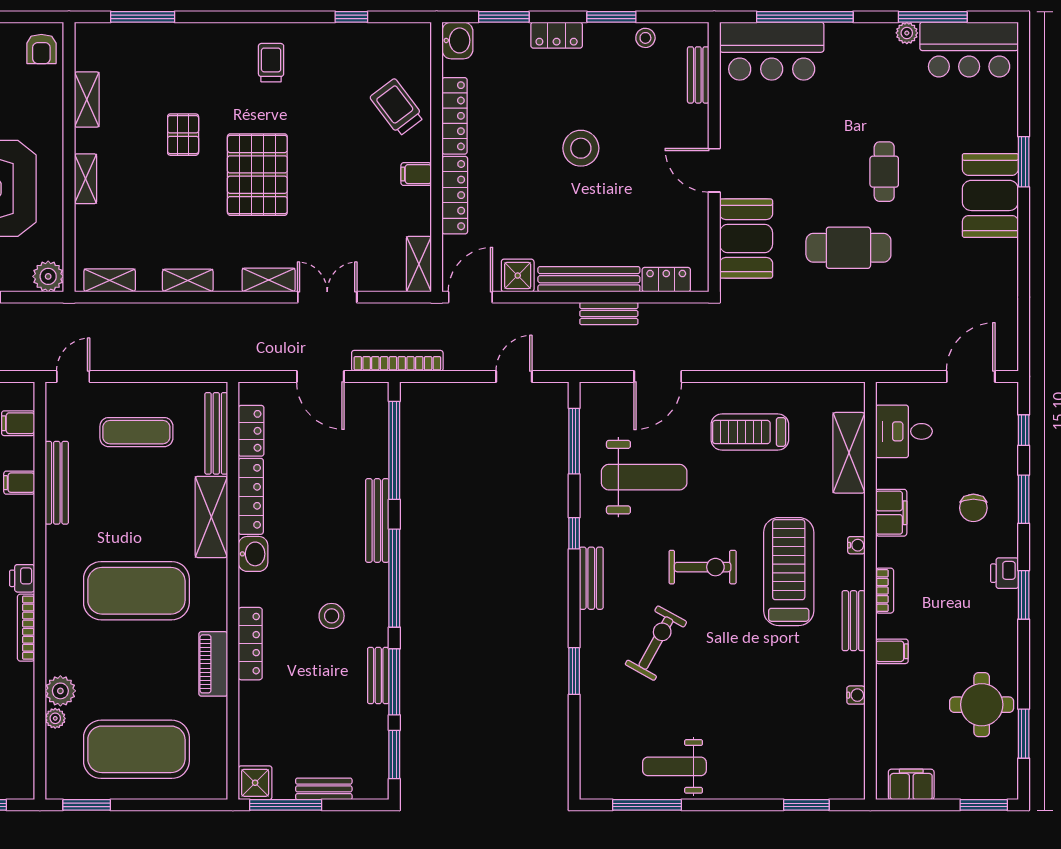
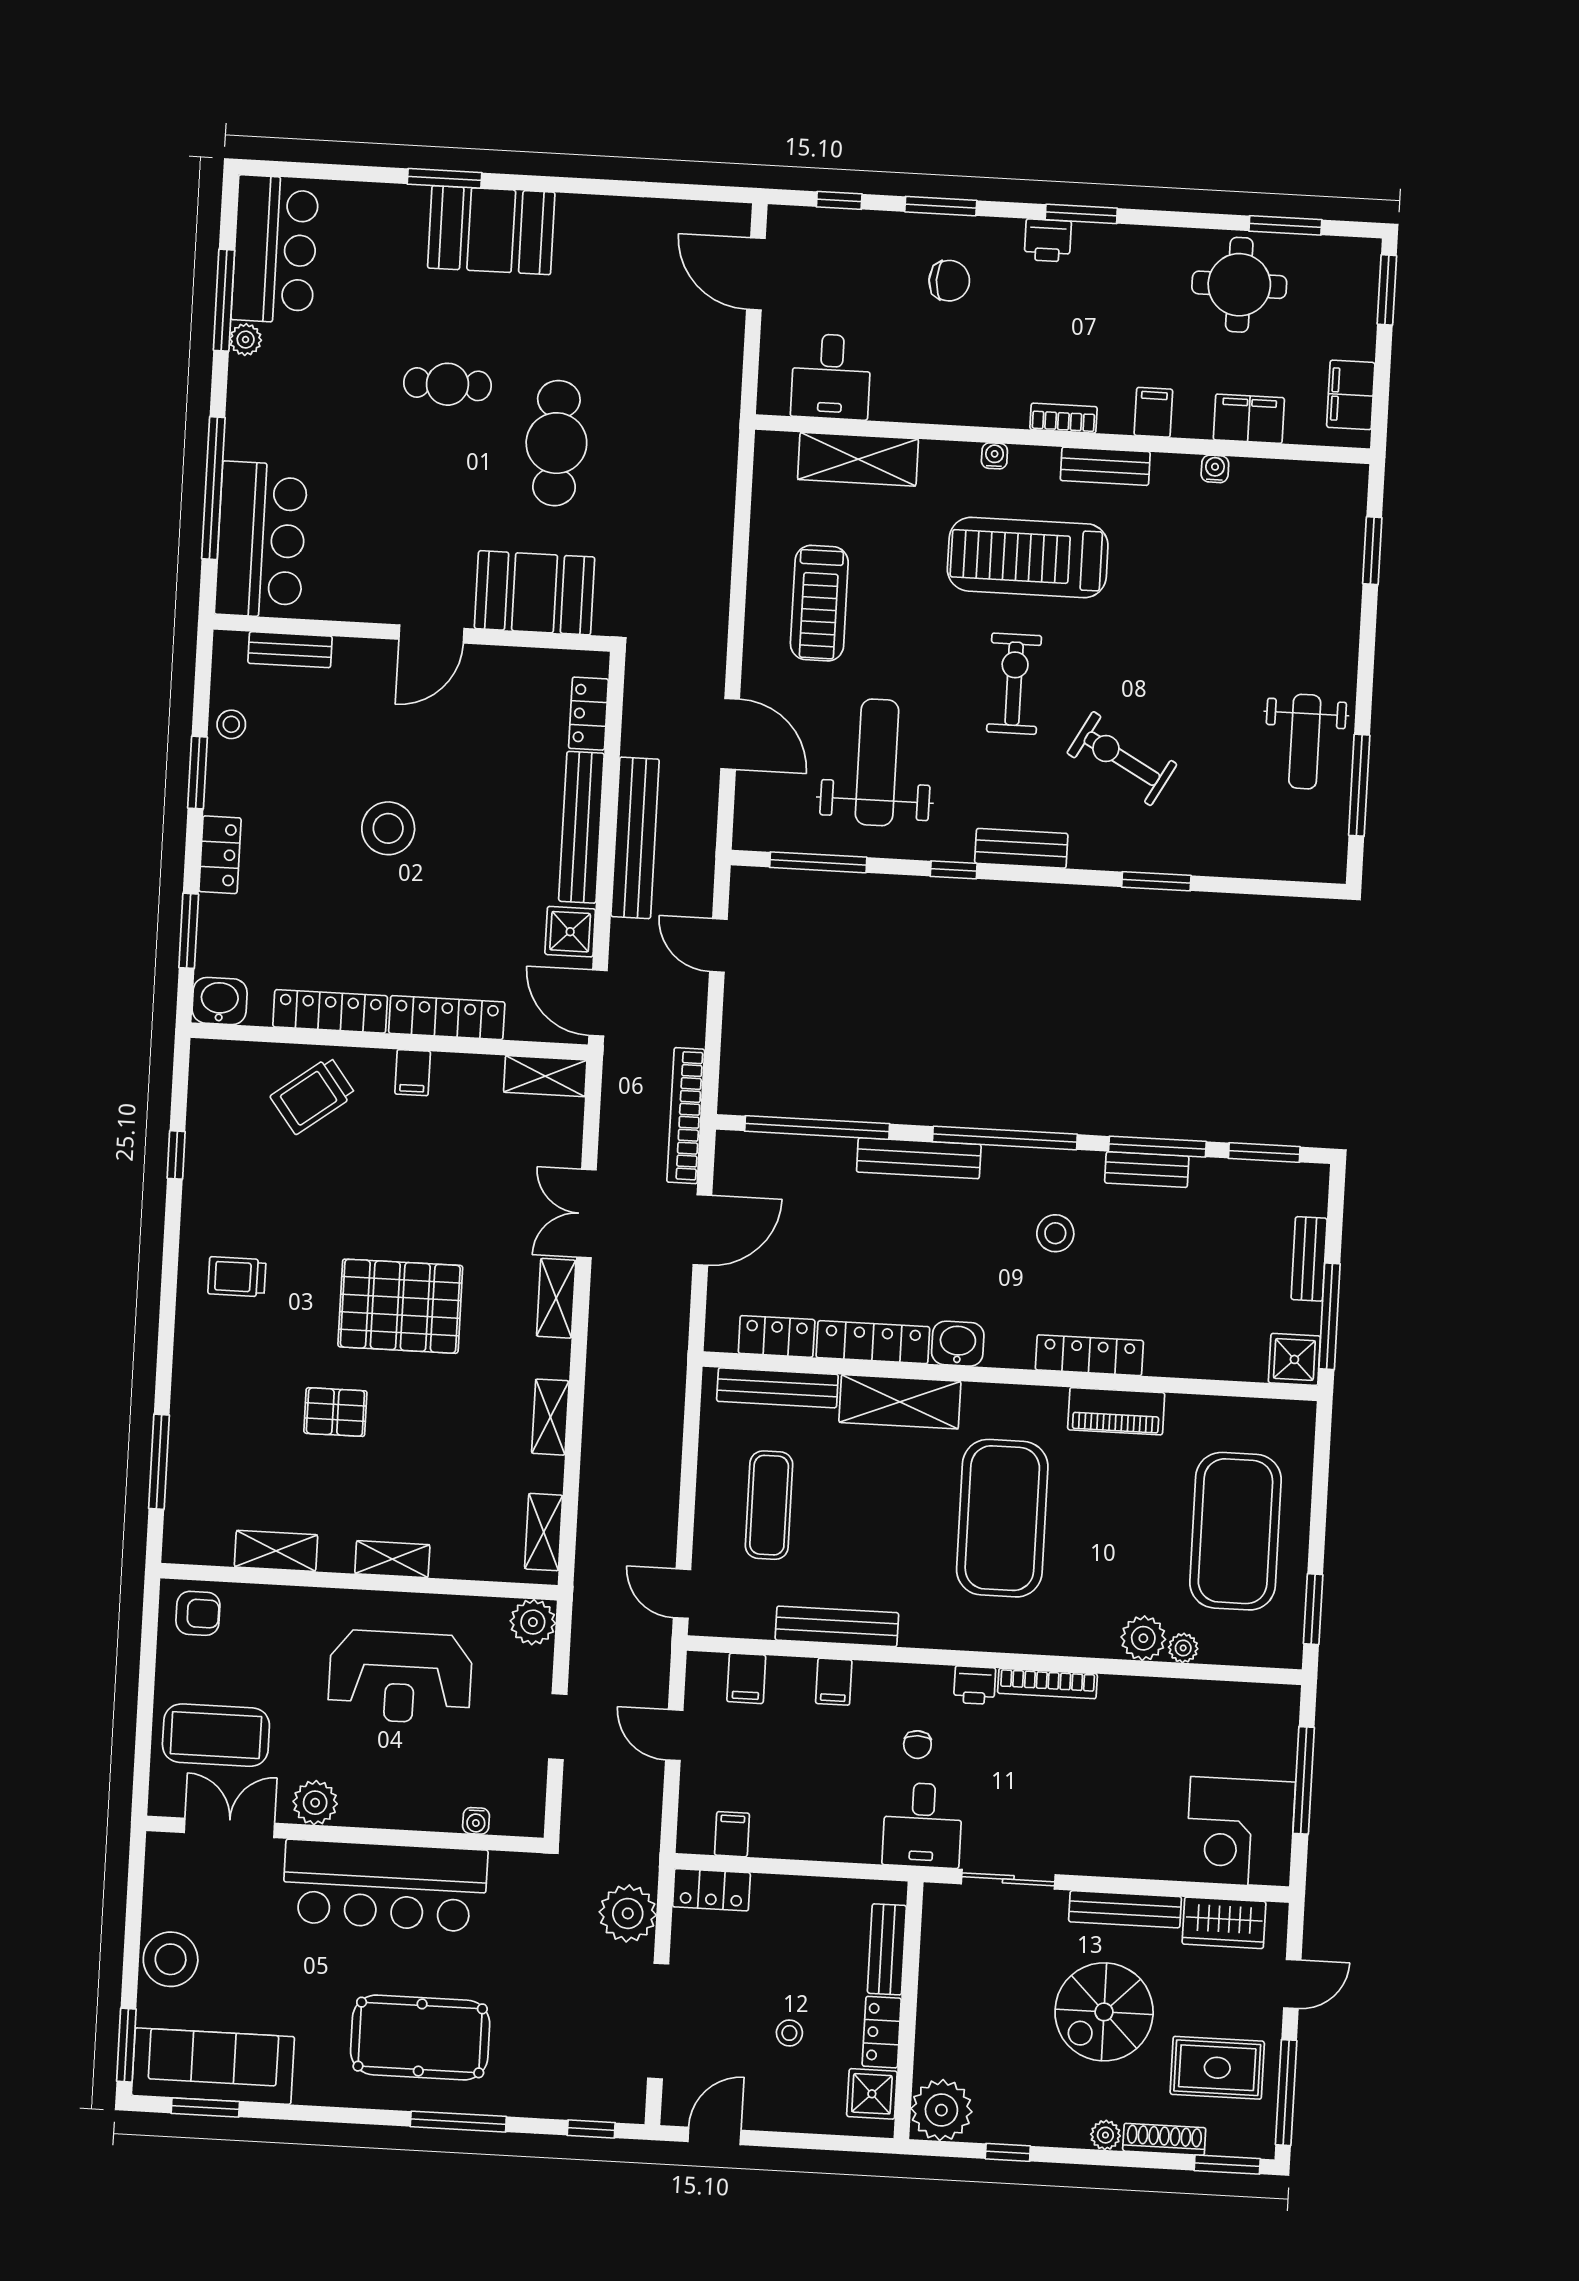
bench: (609, 314) -> (635, 838), width x1.86, depth x1.21
filing cabinet: (891, 513) -> (1249, 419), moved

